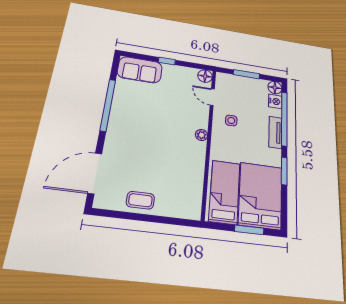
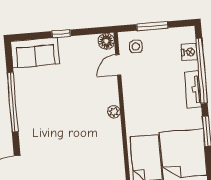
floor lamp: (275, 88) -> (187, 35), removed
door: (212, 97) -> (118, 65), hinge flipped
side table: (231, 120) -> (136, 46), moved

